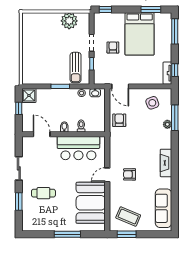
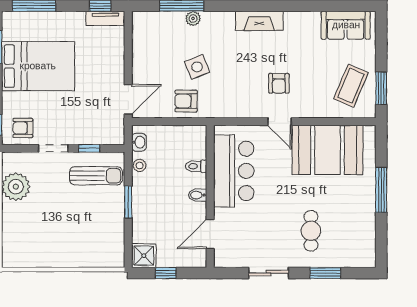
armchair: (113, 47) -> (23, 128), moved
side table: (152, 103) -> (197, 67), moved
sofa: (164, 208) -> (346, 25), width x0.73

